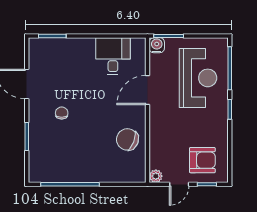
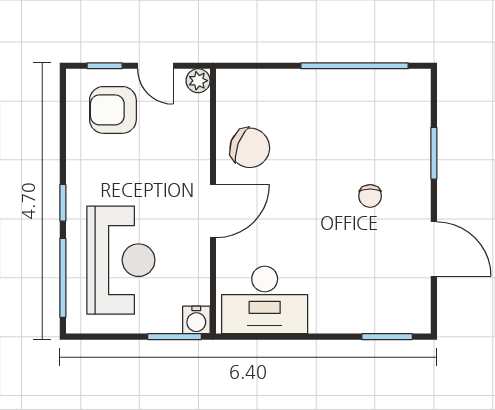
desk: (113, 56) -> (265, 300), width x1.37
reception desk: (198, 78) -> (121, 260), turned 180
door: (148, 90) -> (213, 211), moved
door: (179, 184) -> (155, 66), swing flipped

